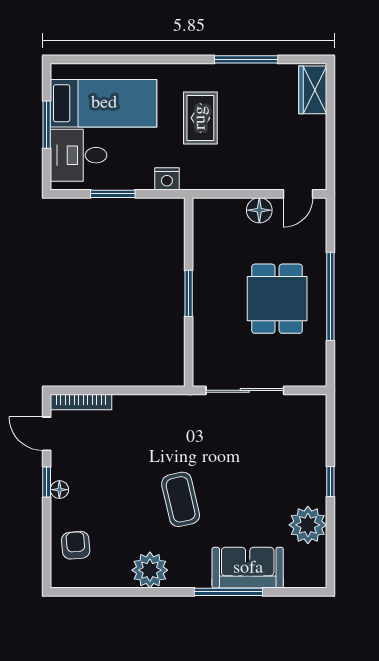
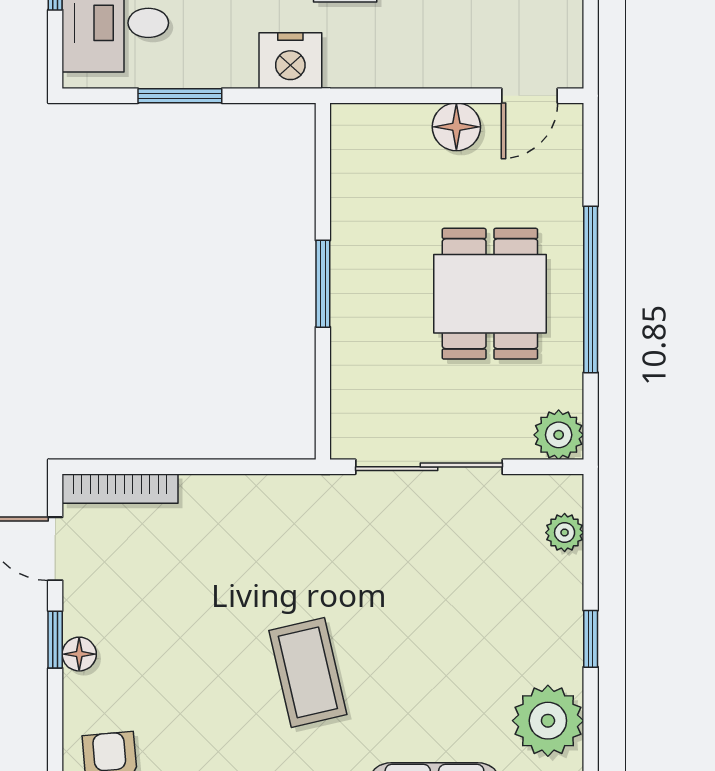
nightstand: (167, 179) -> (290, 61), width x1.36, depth x1.33
plant: (313, 373) -> (559, 435), added
plant: (317, 425) -> (565, 533), added

